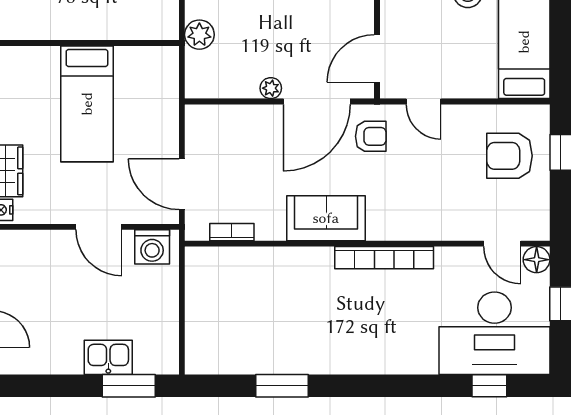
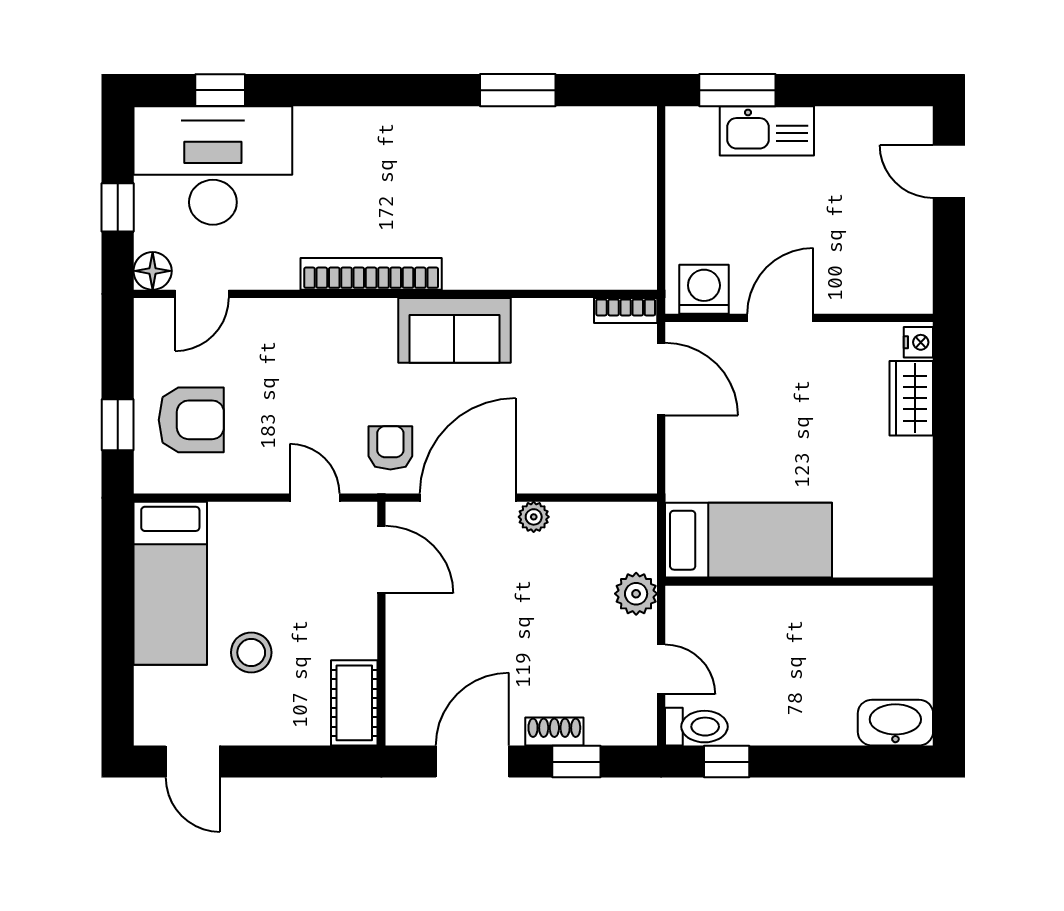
door: (377, 58) -> (381, 560), hinge flipped
bed: (87, 104) -> (748, 540), moved, turned 90
armchair: (371, 136) -> (390, 448), turned 90
door: (99, 227) -> (780, 318), hinge flipped
bookcase: (232, 232) -> (626, 311), moved
door: (502, 244) -> (202, 294), swing flipped
kitchen sink: (108, 357) -> (767, 131), width x1.38

